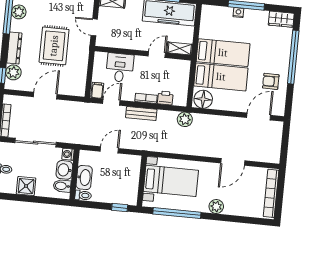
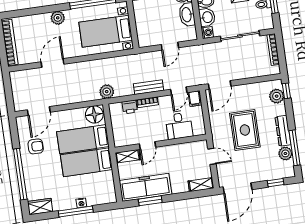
dresser: (14, 48) -> (283, 131), moved
door: (45, 96) -> (220, 85), moved

